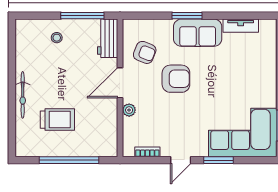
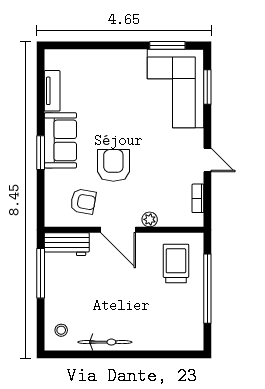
stool: (57, 38) -> (61, 330), moved
armchair: (145, 52) -> (83, 201), turned 78
bicycle: (23, 95) -> (105, 342), moved
trolley: (57, 120) -> (176, 264), moved
window: (219, 160) -> (207, 87), moved

